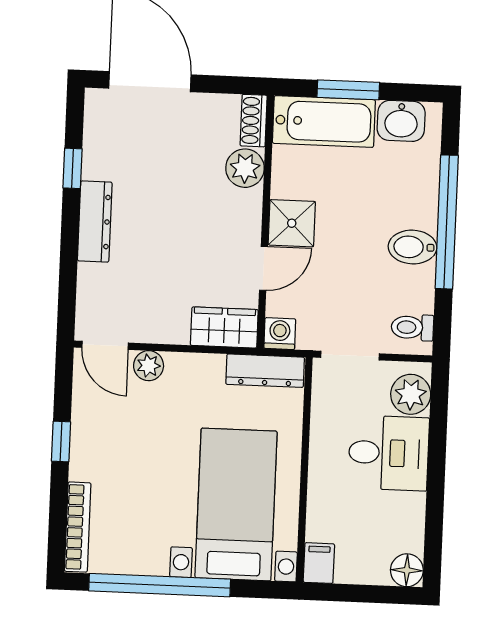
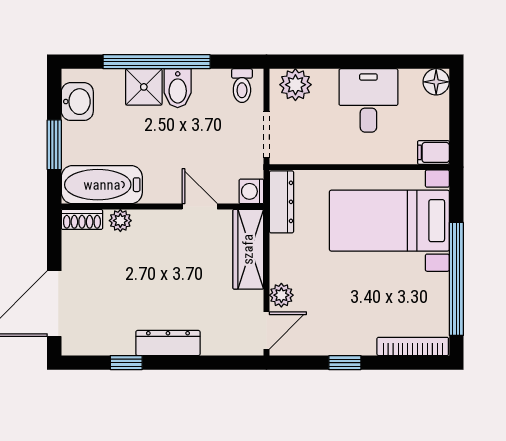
bathtub: (324, 122) -> (102, 185), moved, turned -90
plant: (245, 168) -> (120, 221), width x0.73, depth x0.73
shower: (292, 223) -> (144, 87), moved
wardrobe: (224, 327) -> (248, 249), width x1.50
desk: (389, 453) -> (368, 100), moved

